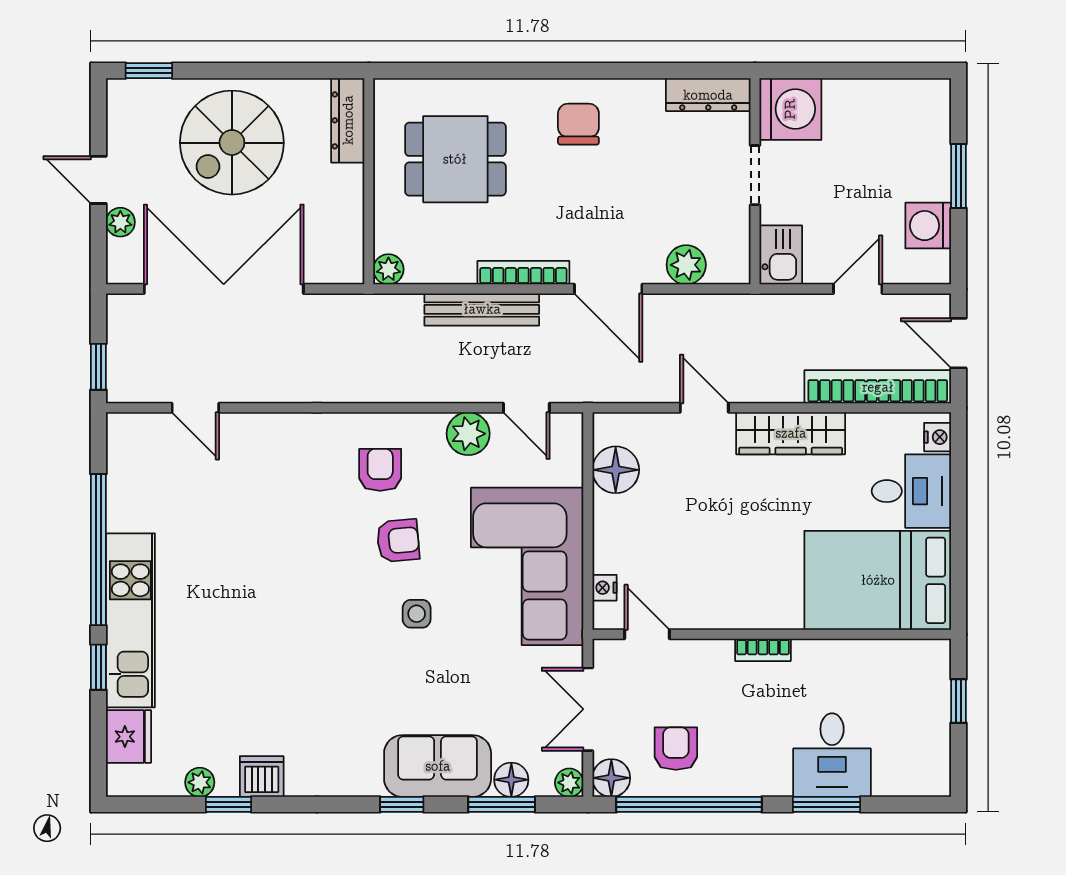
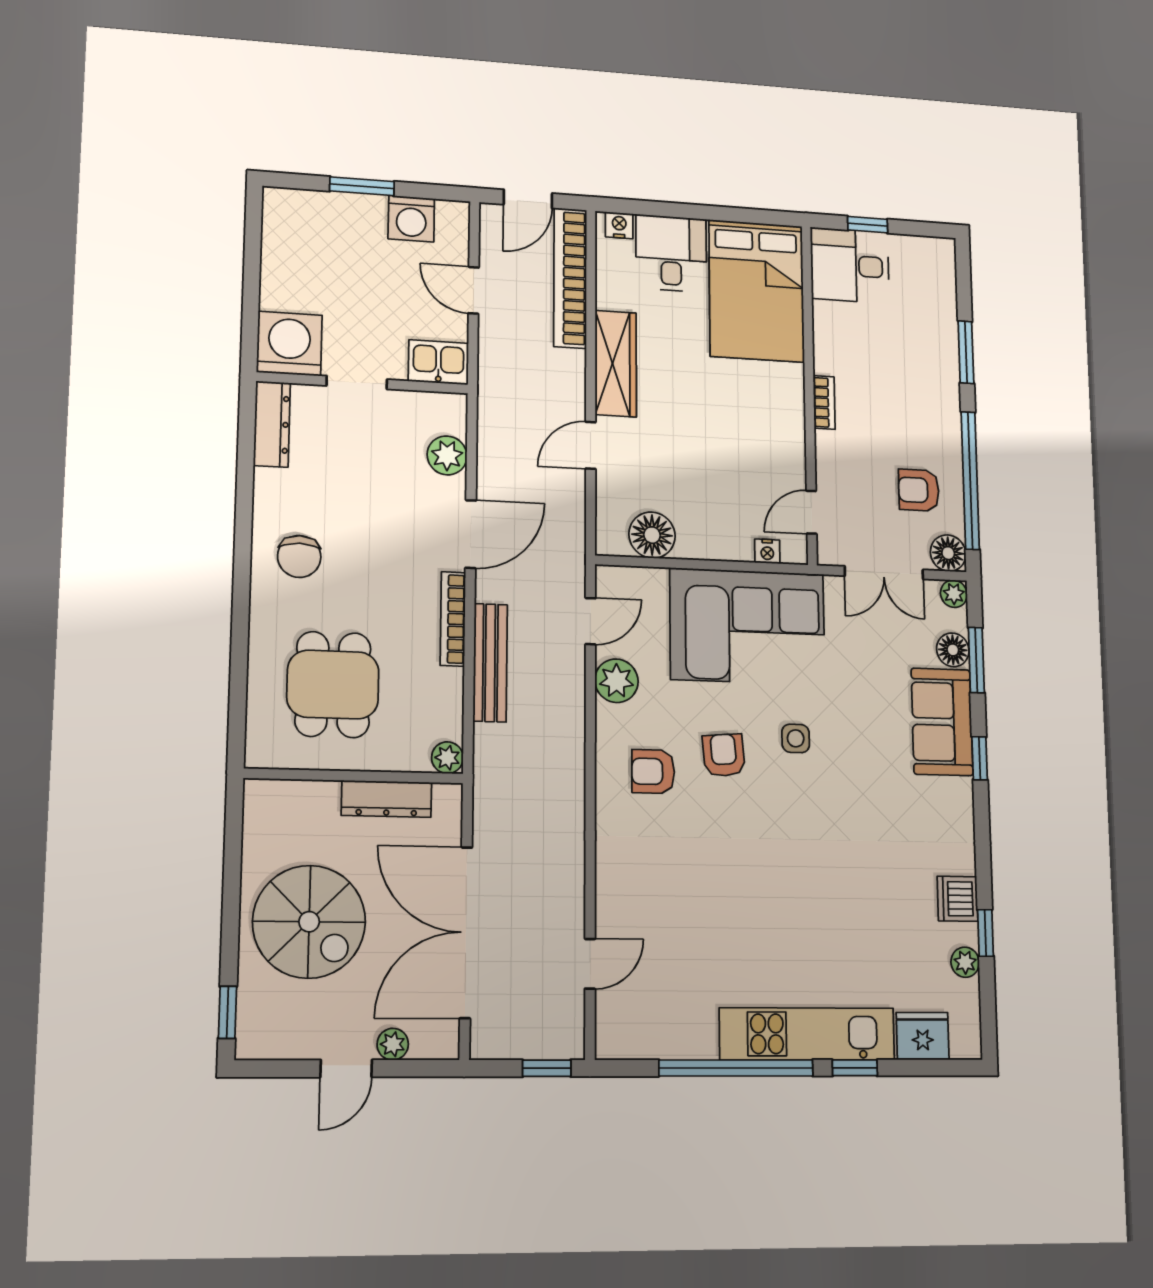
dresser: (348, 120) -> (387, 799), moved
chair: (578, 124) -> (299, 556), turned -90
desk: (832, 755) -> (850, 265), moved, turned 180

